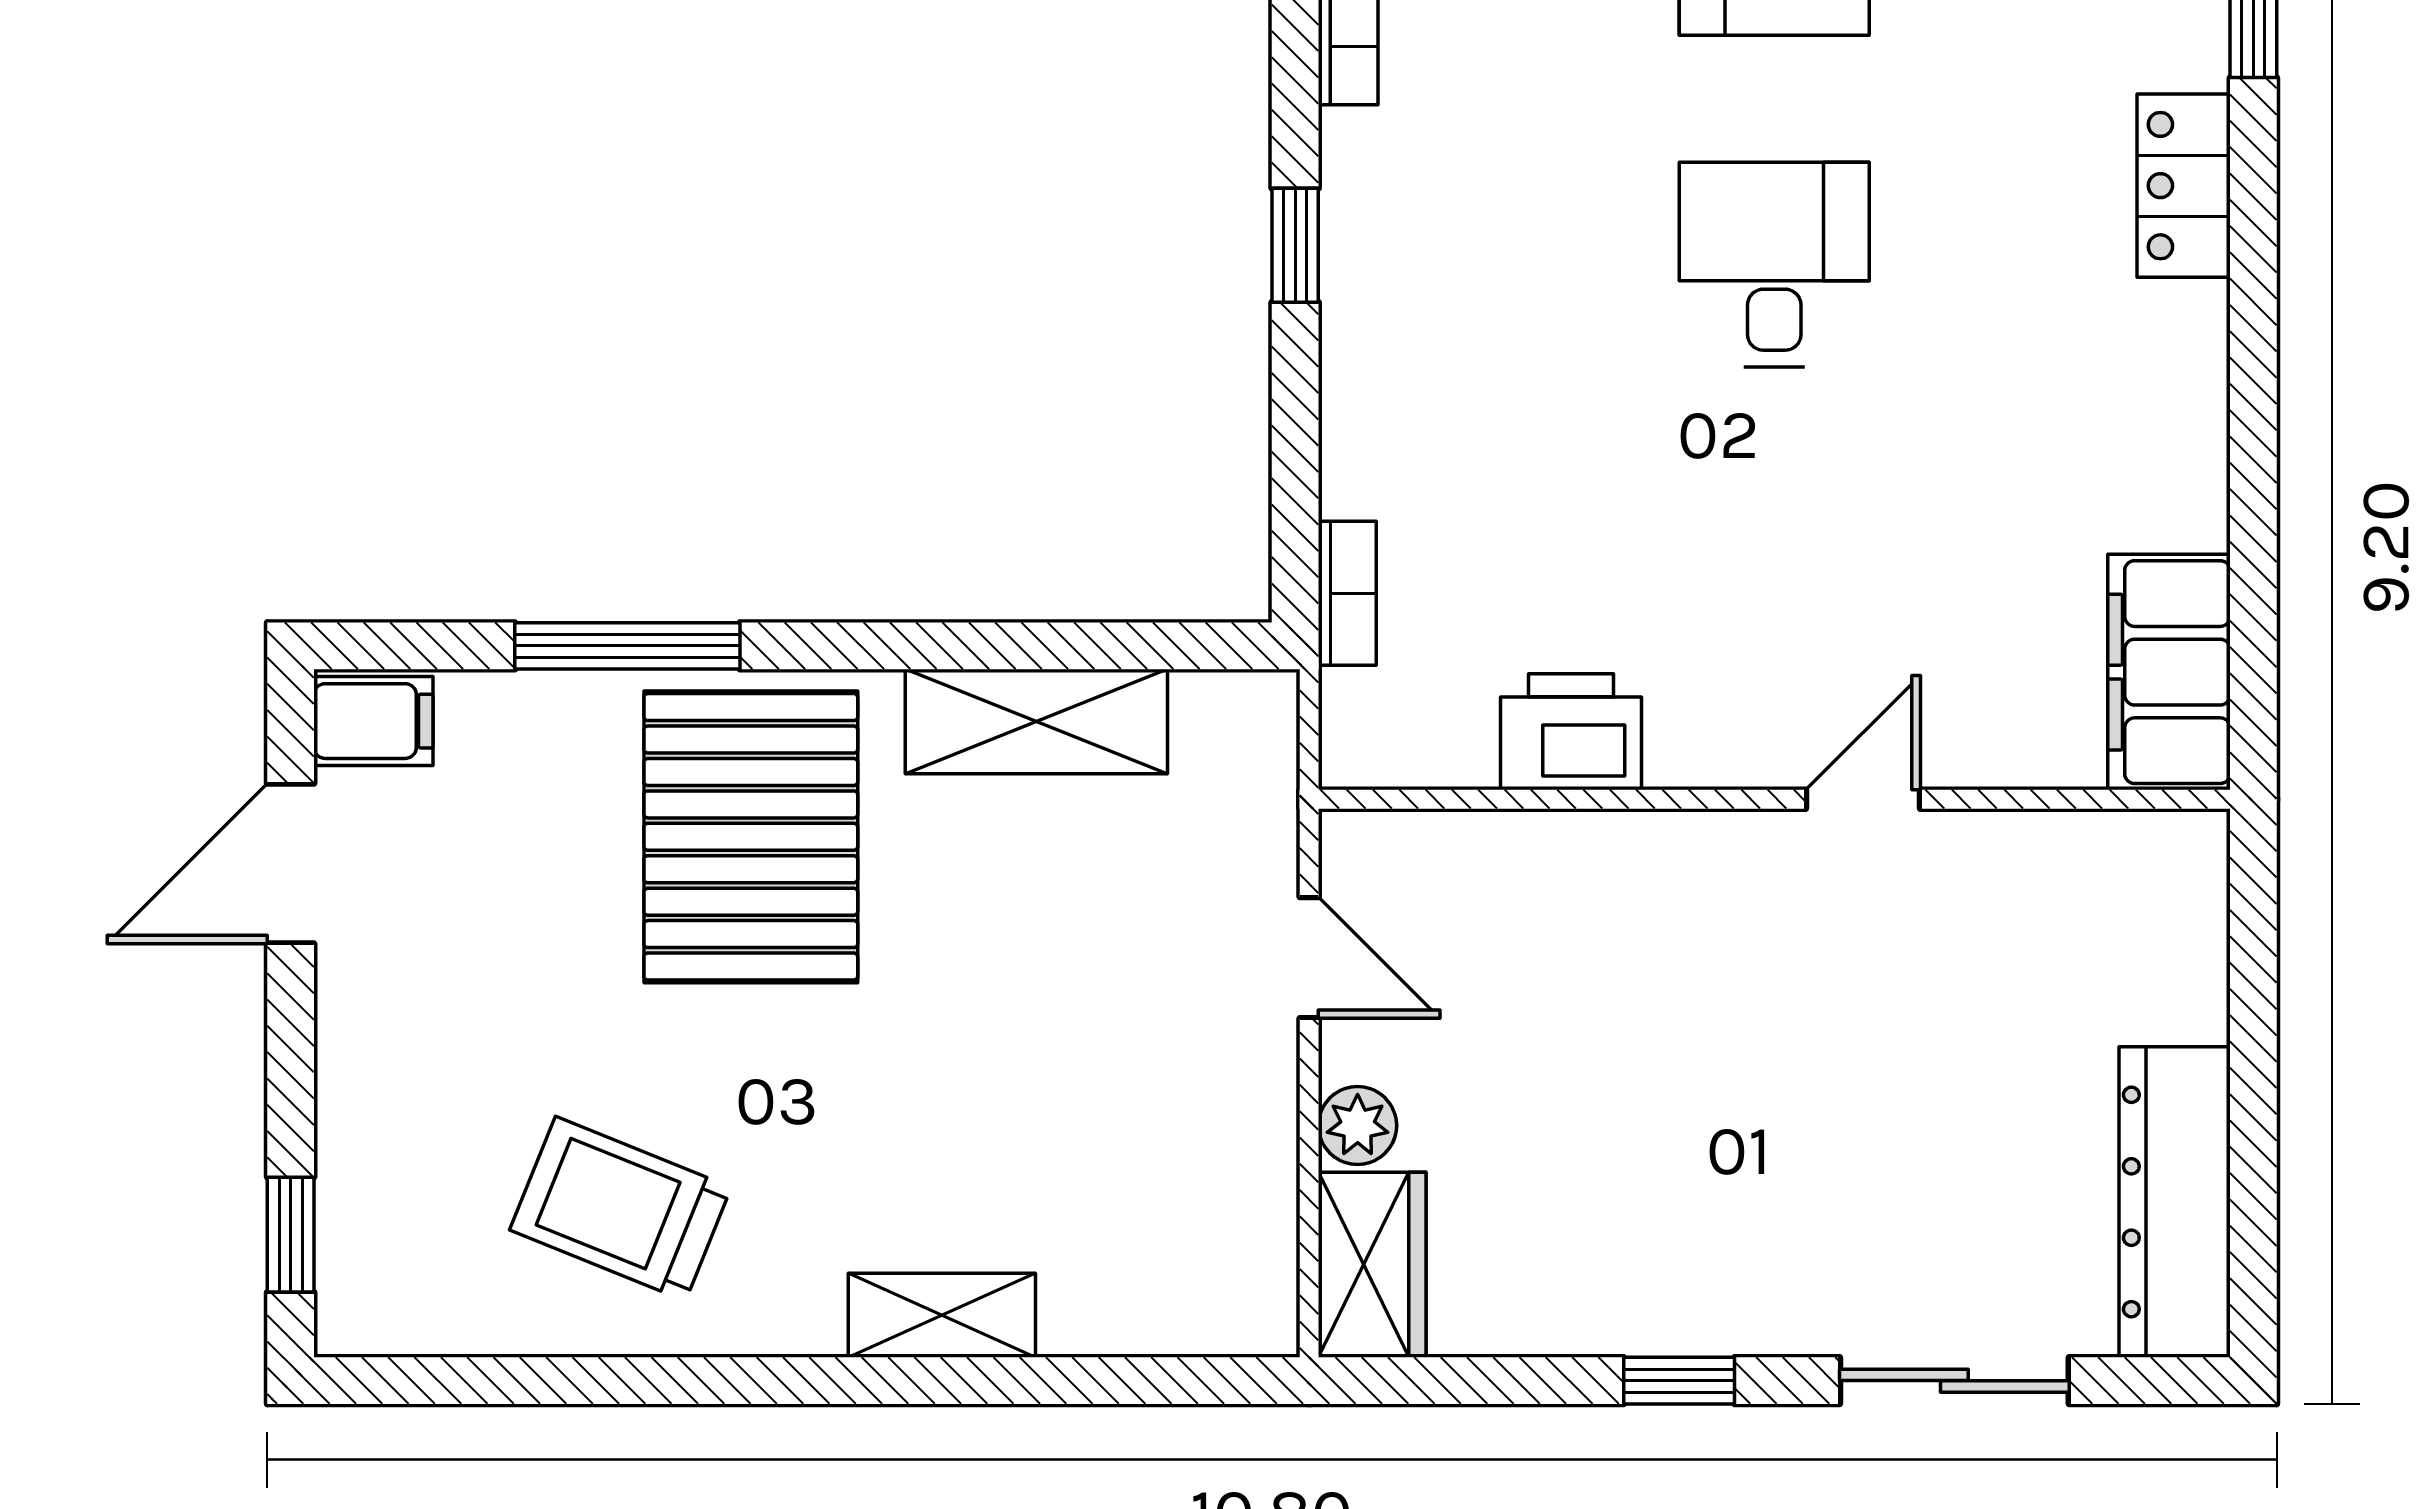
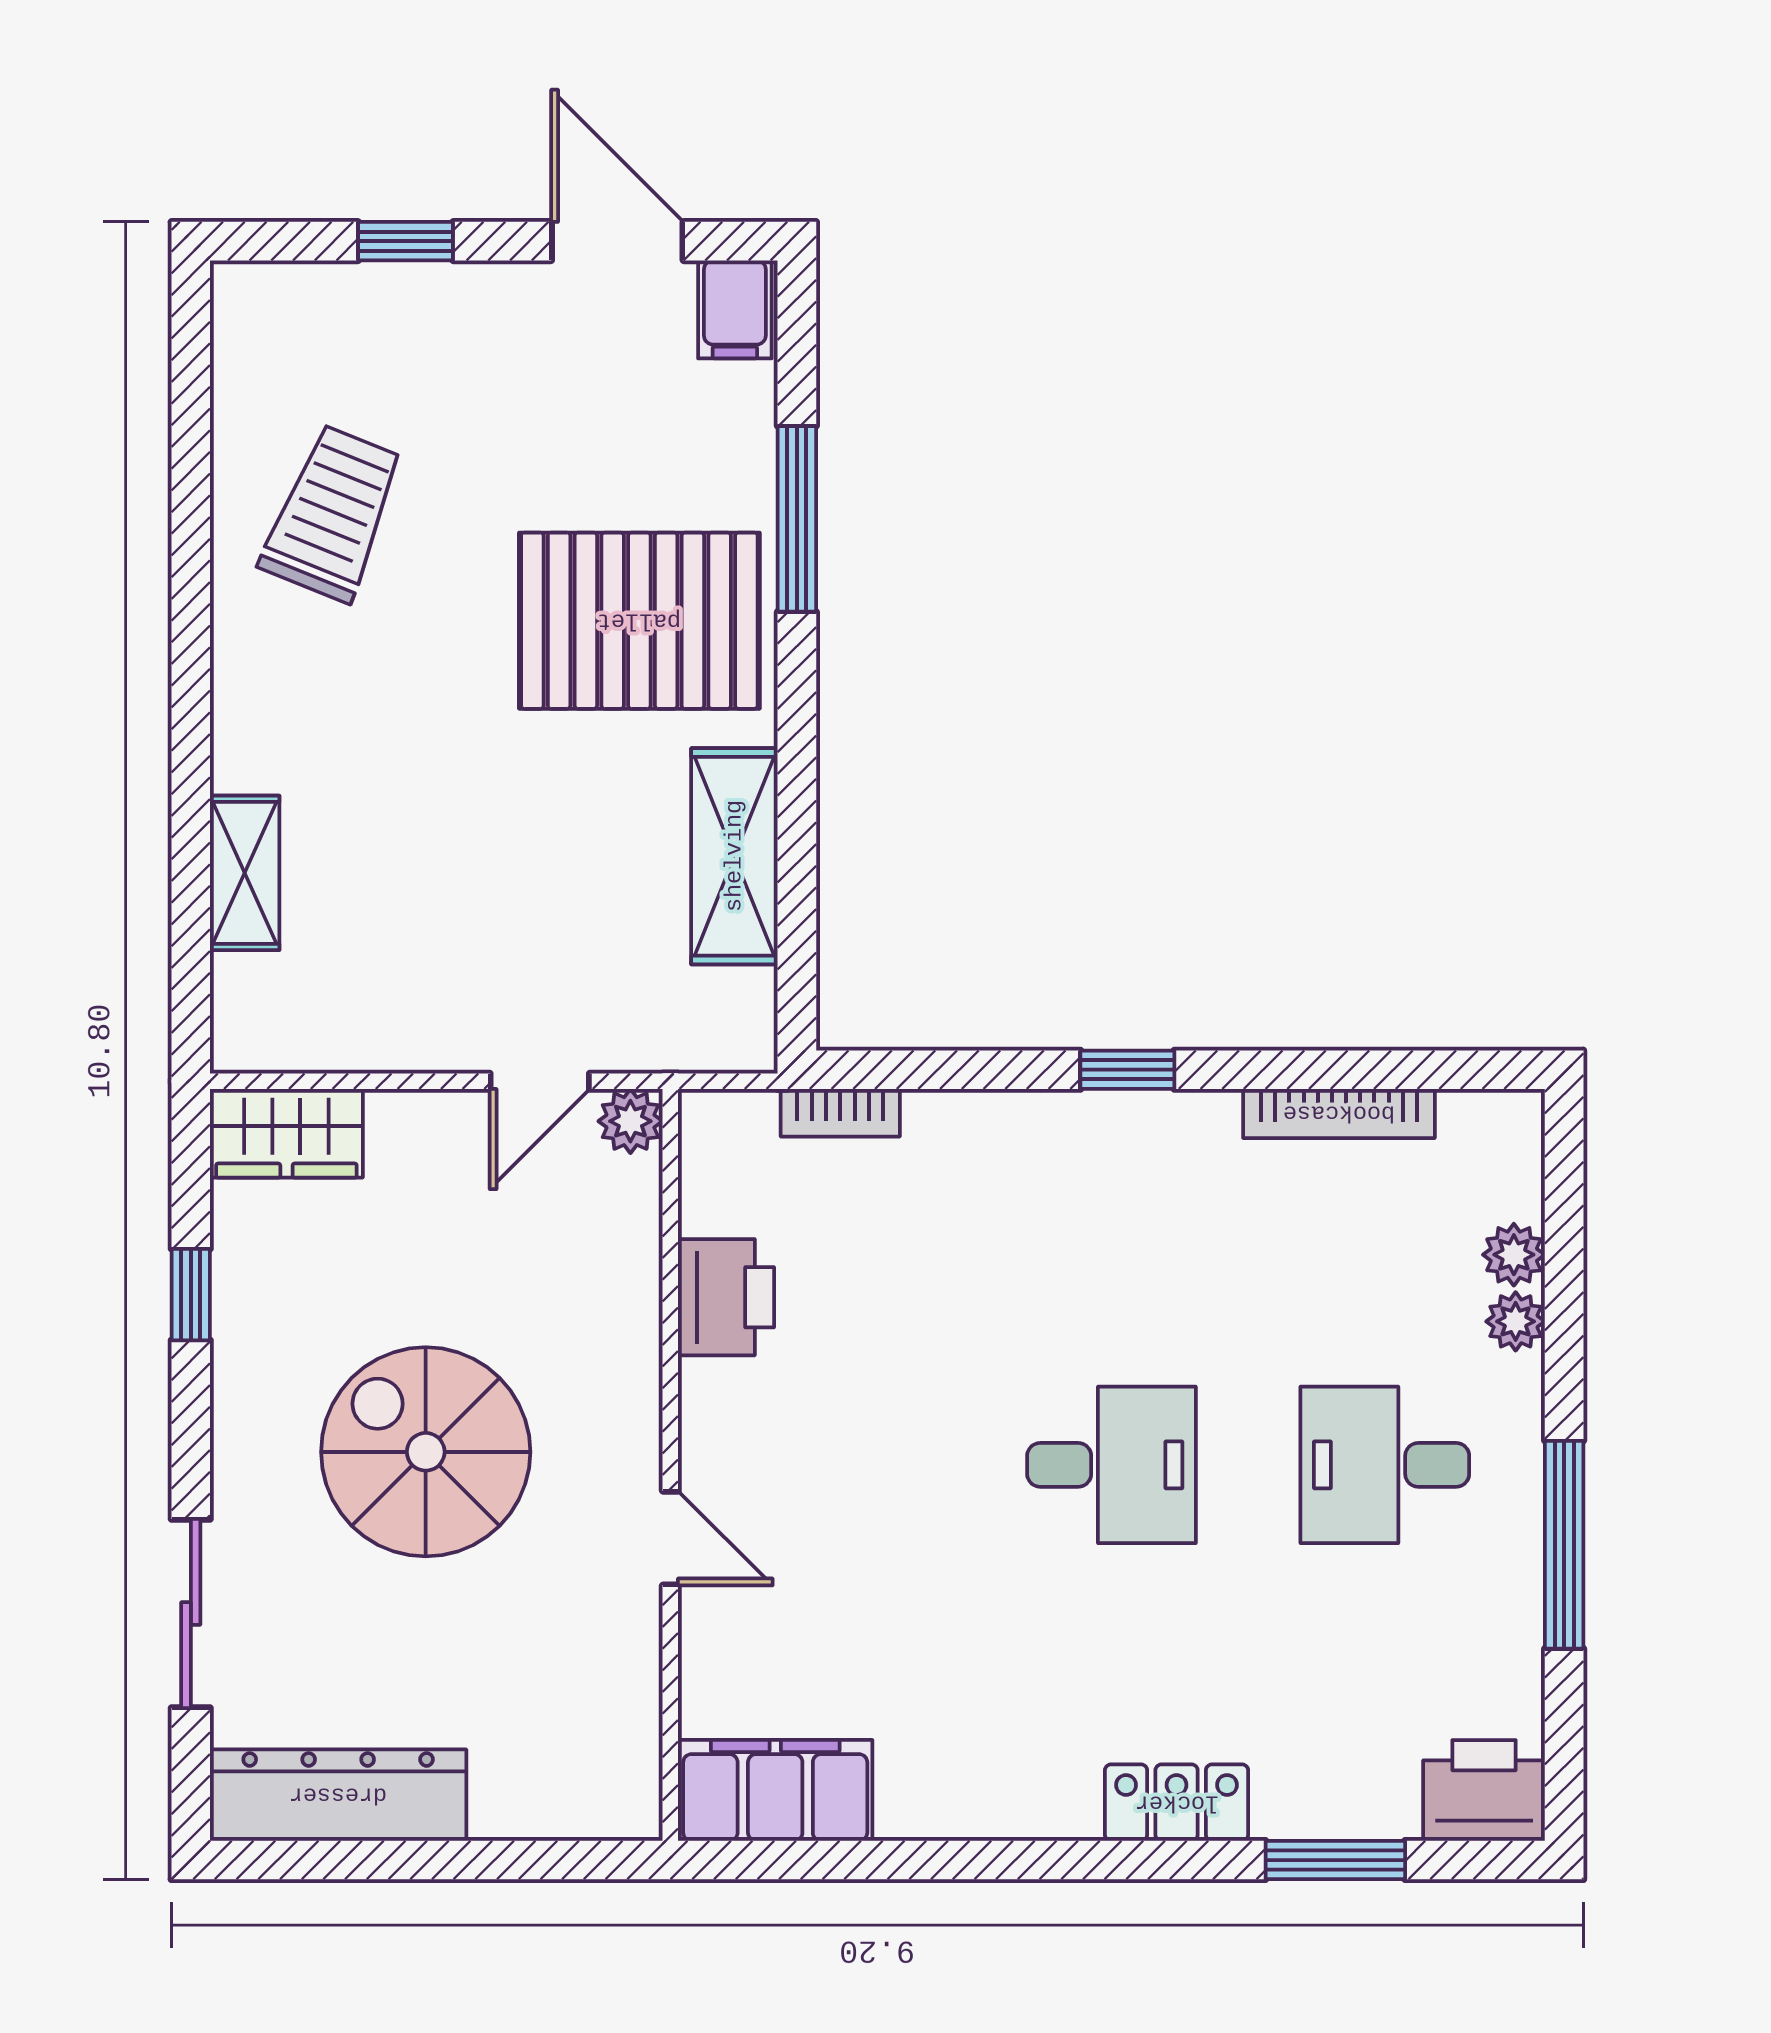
spiral stairs: (1758, 1096) -> (426, 1452), added
plant: (1358, 1126) -> (630, 1121), moved
window: (291, 1235) -> (406, 241), moved
shelving: (942, 1315) -> (245, 873), moved
window: (1679, 1381) -> (191, 1295), moved

